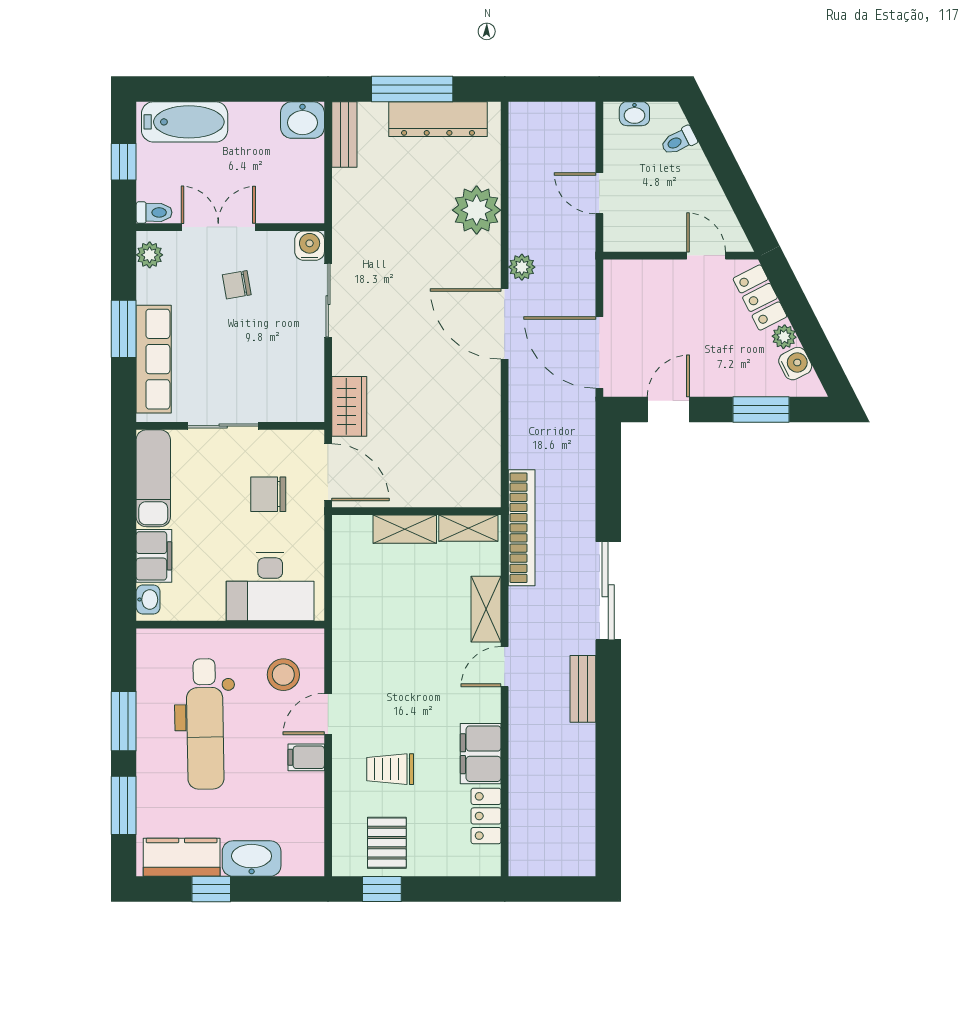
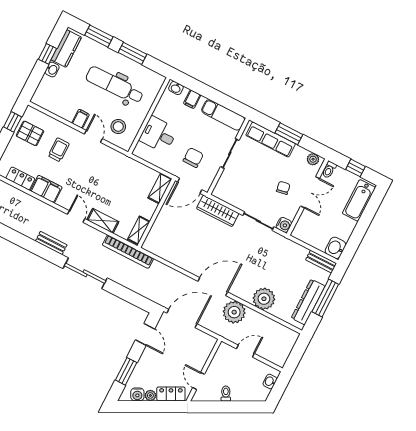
toilet: (679, 141) -> (226, 394), moved
door: (706, 256) -> (199, 381), swing flipped
plant: (522, 267) -> (234, 312), width x1.87, depth x1.87
wardrobe: (349, 406) -> (218, 211), width x1.50
shelving: (405, 529) -> (160, 188), moved
filing cabinet: (154, 556) -> (192, 99), width x0.50
desk: (270, 587) -> (158, 135), width x0.73
washbasin: (252, 859) -> (52, 69), width x0.52, depth x0.69

